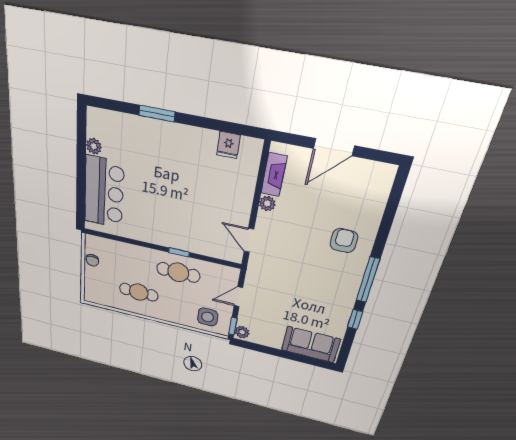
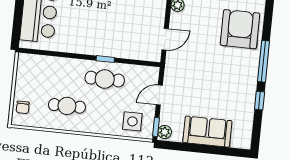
door: (249, 240) -> (165, 39), swing flipped
armchair: (344, 241) -> (240, 29), width x1.88, depth x1.88
chair: (92, 260) -> (23, 107), moved
sofa: (311, 345) -> (207, 132), moved

